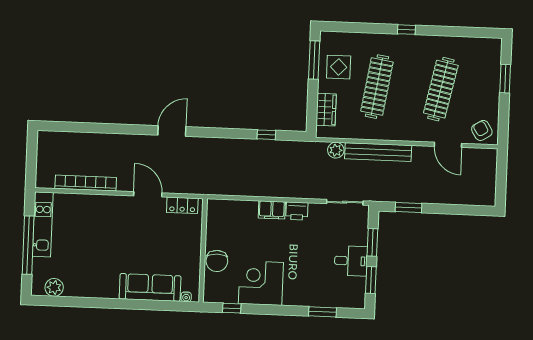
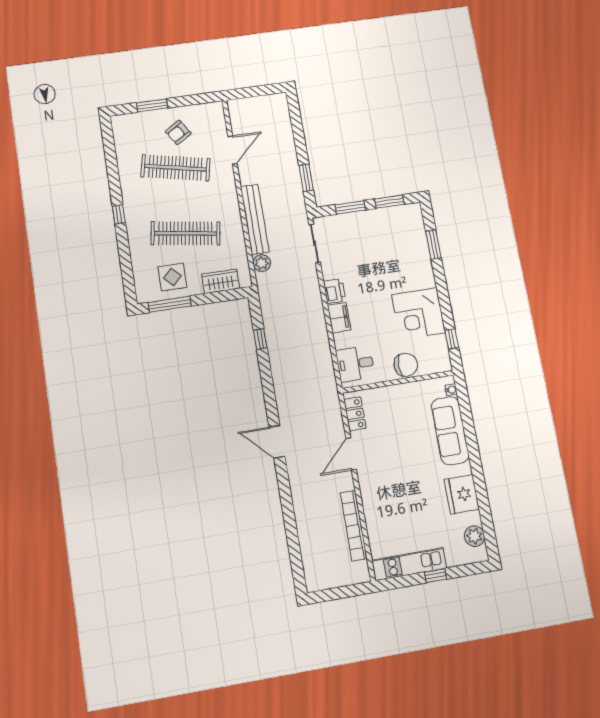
armchair: (482, 130) -> (178, 132), moved
window: (28, 245) -> (435, 576), width x0.32
desk: (351, 261) -> (355, 364), moved, turned -90
fridge: (92, 285) -> (462, 494), added

